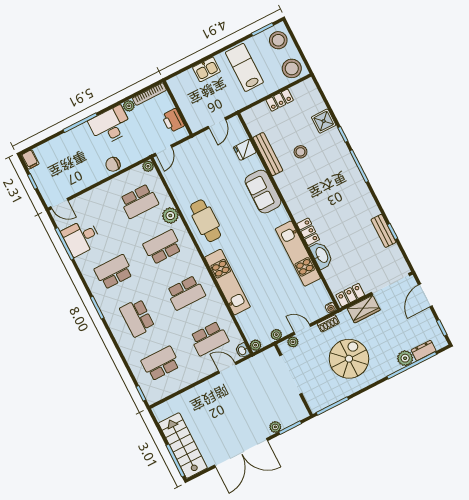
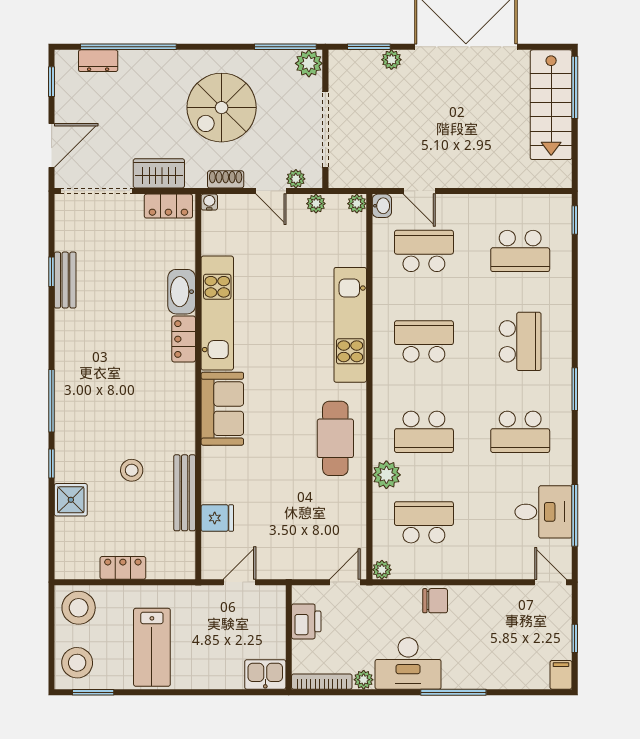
kitchen sink: (206, 69) -> (265, 674), moved
sofa: (263, 192) -> (222, 409), moved
plant: (405, 358) -> (309, 63), moved

